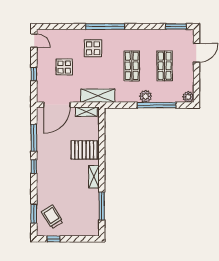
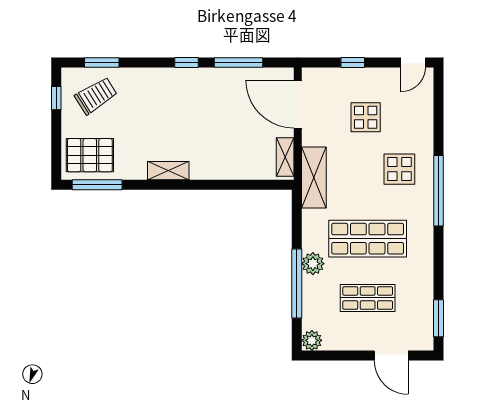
shop shelf: (132, 66) -> (368, 239), width x1.43, depth x1.36
pallet: (84, 150) -> (90, 155), moved, turned 90
window: (102, 206) -> (97, 185), moved

